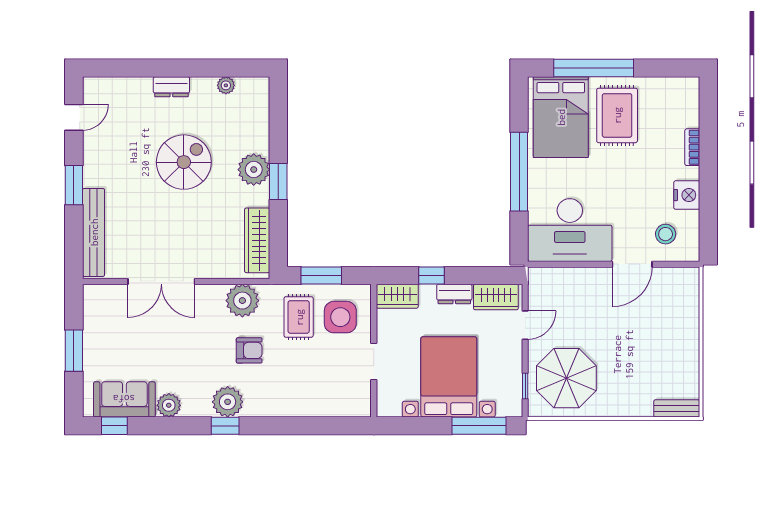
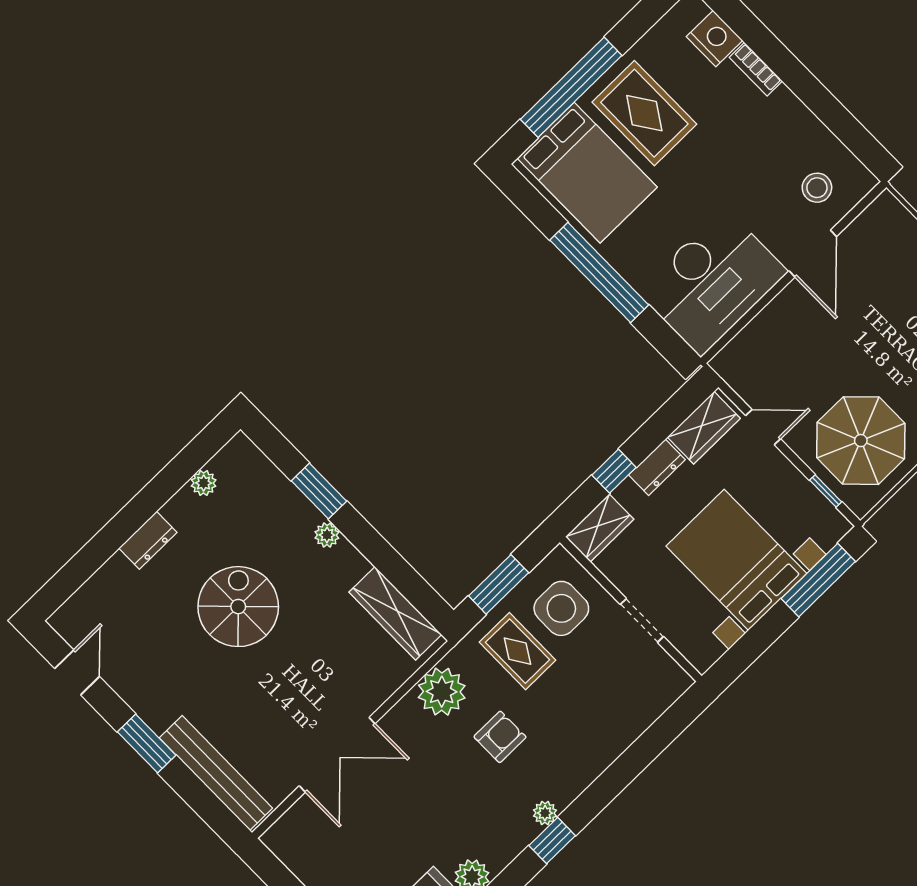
plant: (254, 170) -> (327, 535), width x0.53, depth x0.53
window: (278, 181) -> (319, 491), moved
nightstand: (687, 195) -> (715, 39), moved
door: (525, 325) -> (763, 427), hinge flipped
plant: (228, 402) -> (545, 813), width x0.53, depth x0.53

